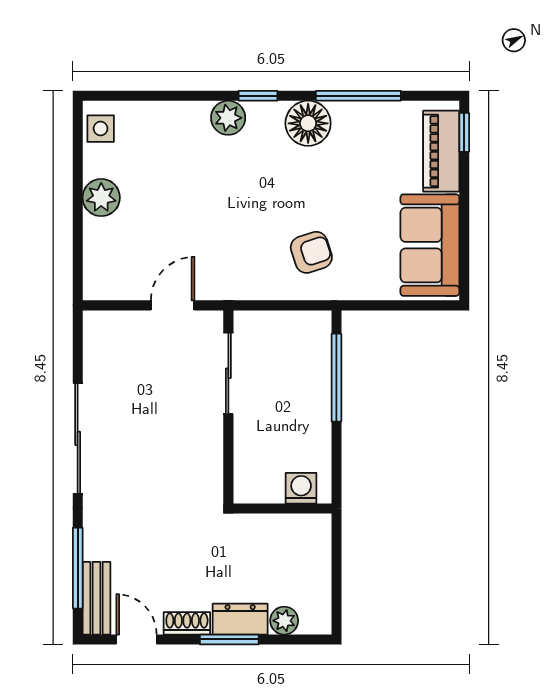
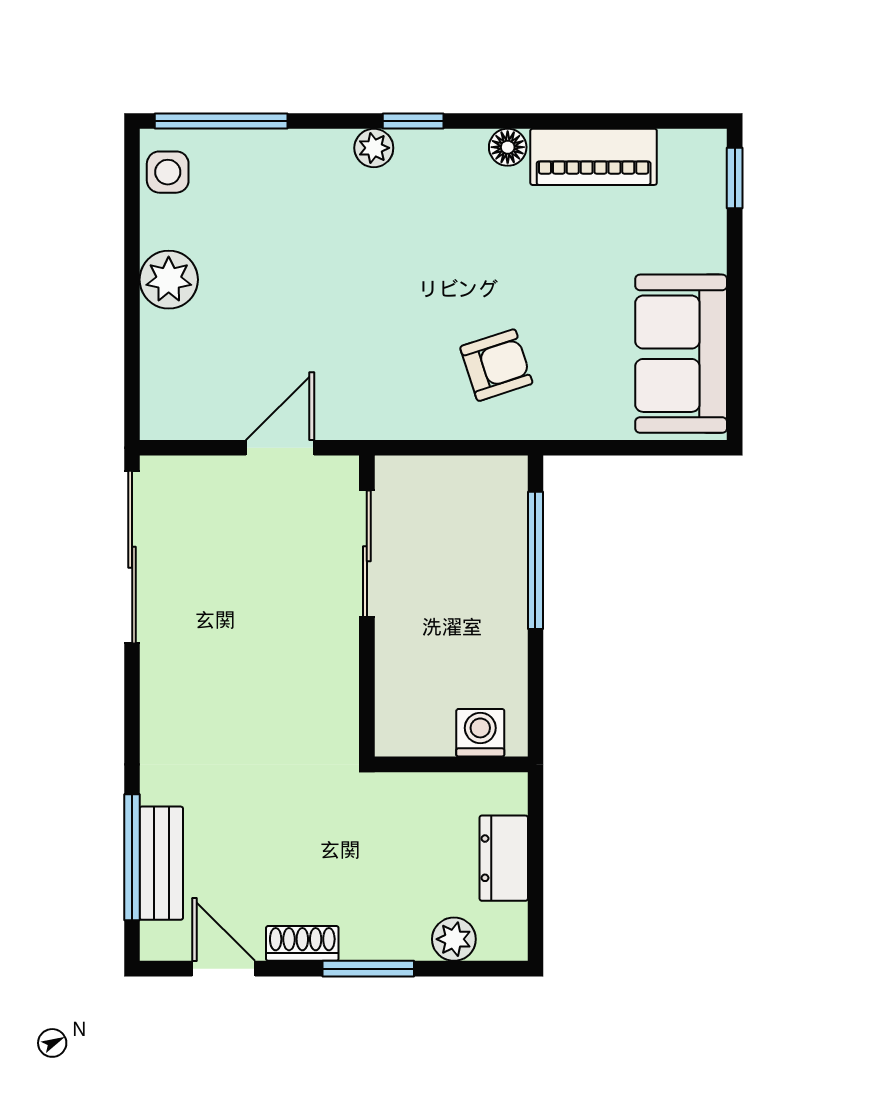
window: (358, 96) -> (221, 121), moved
plant: (228, 118) -> (374, 148), width x0.73, depth x0.73
floor lamp: (308, 123) -> (508, 147), width x0.53, depth x0.53
piano: (441, 151) -> (594, 157), moved, turned -90
sliding door: (78, 438) -> (132, 557), moved
bench: (96, 598) -> (161, 863), moved
dresser: (240, 619) -> (504, 858), moved, turned -90

